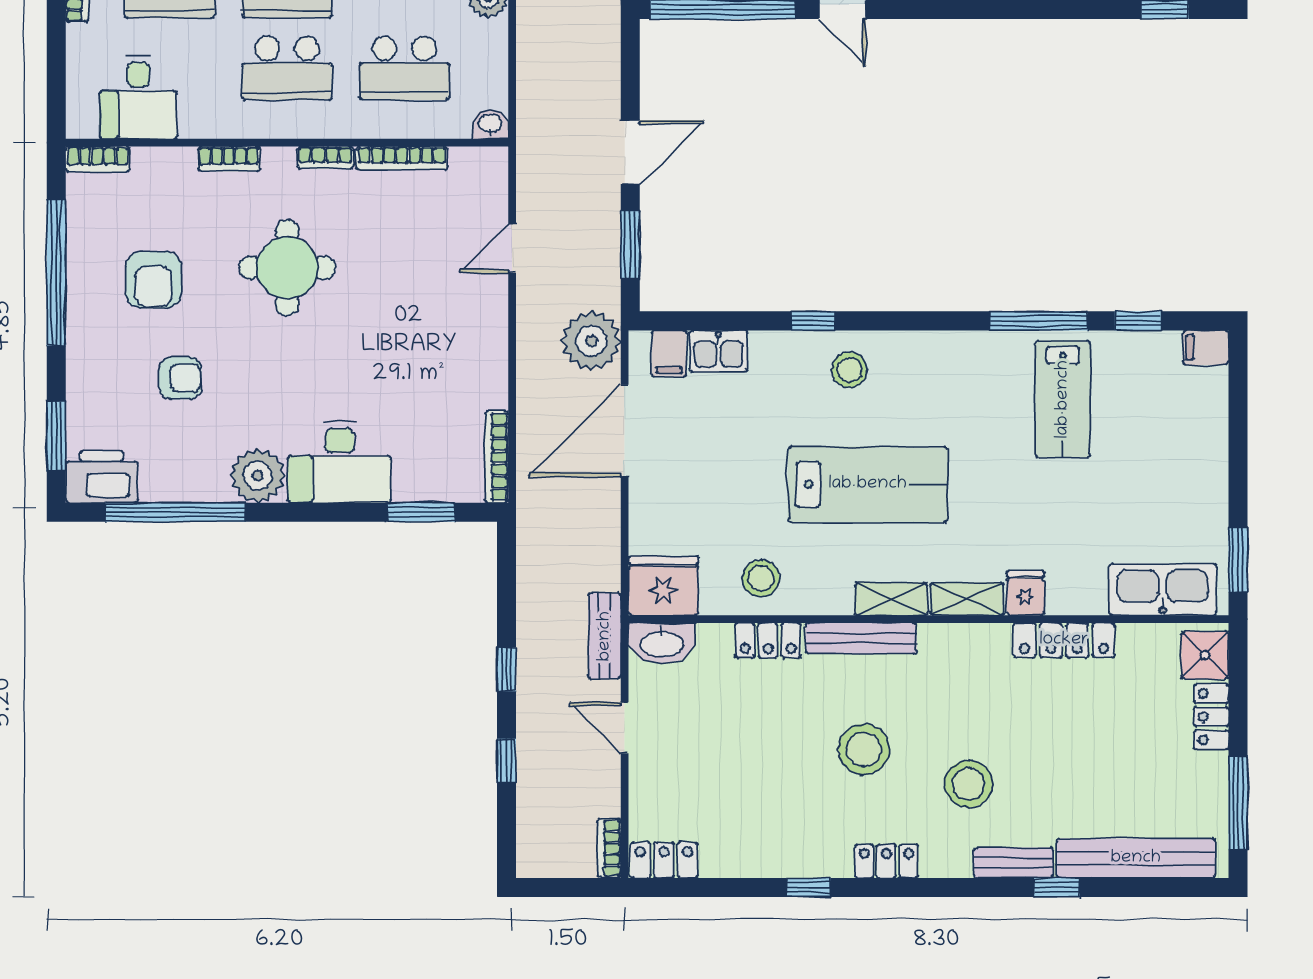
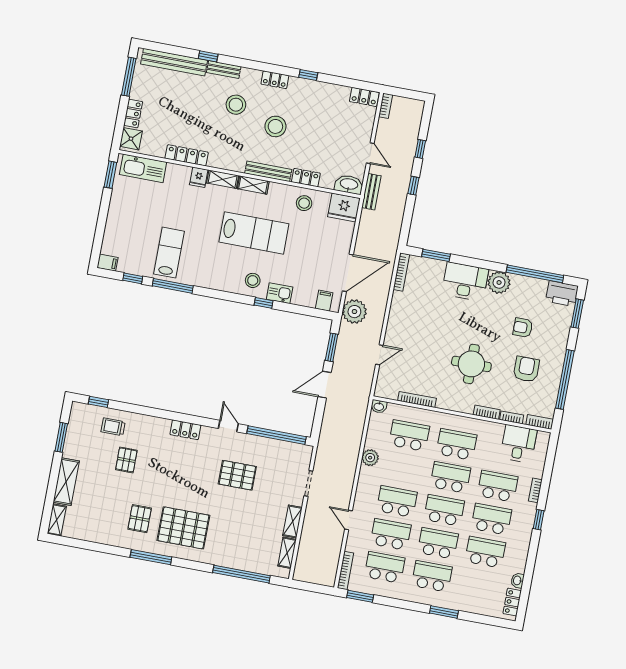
bookcase: (325, 158) -> (512, 417), moved
kitchen sink: (718, 351) -> (280, 293), moved
lab bench: (868, 484) -> (254, 233), turned 180

